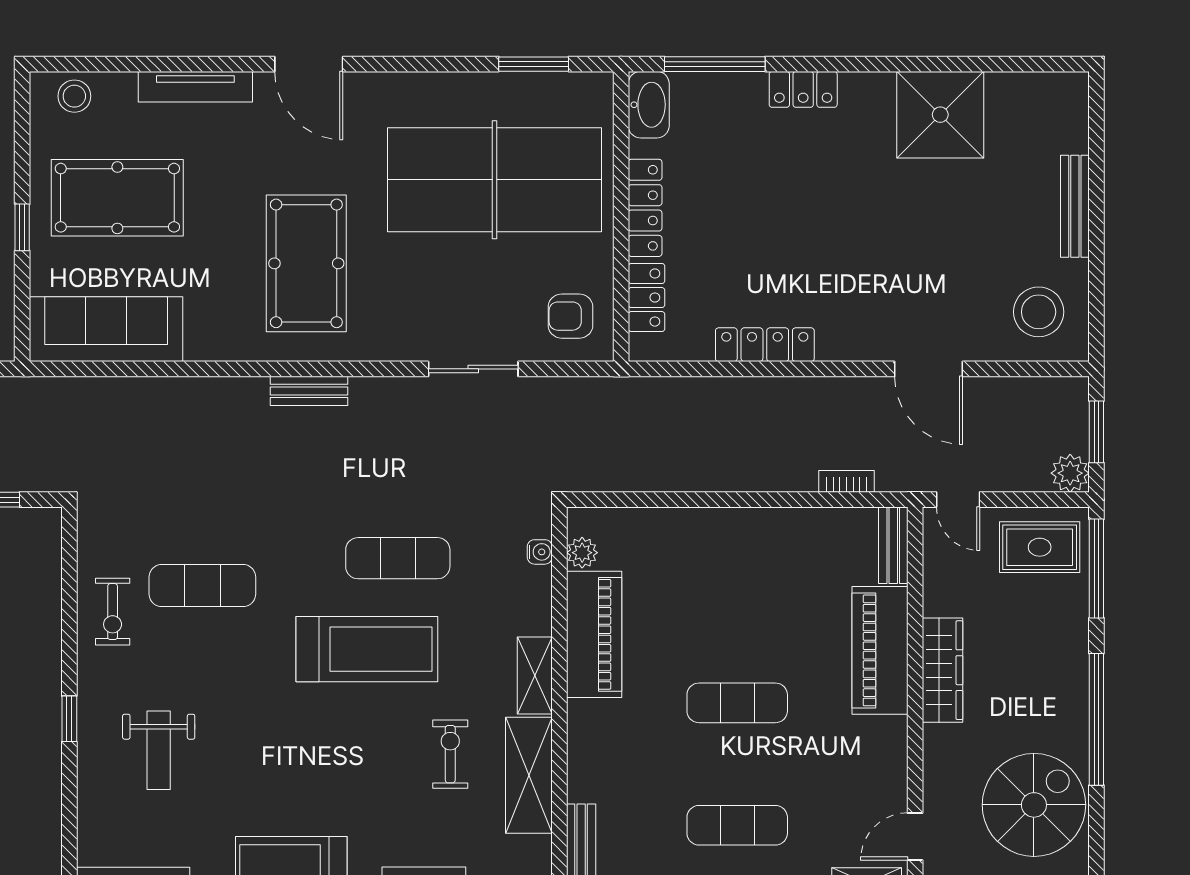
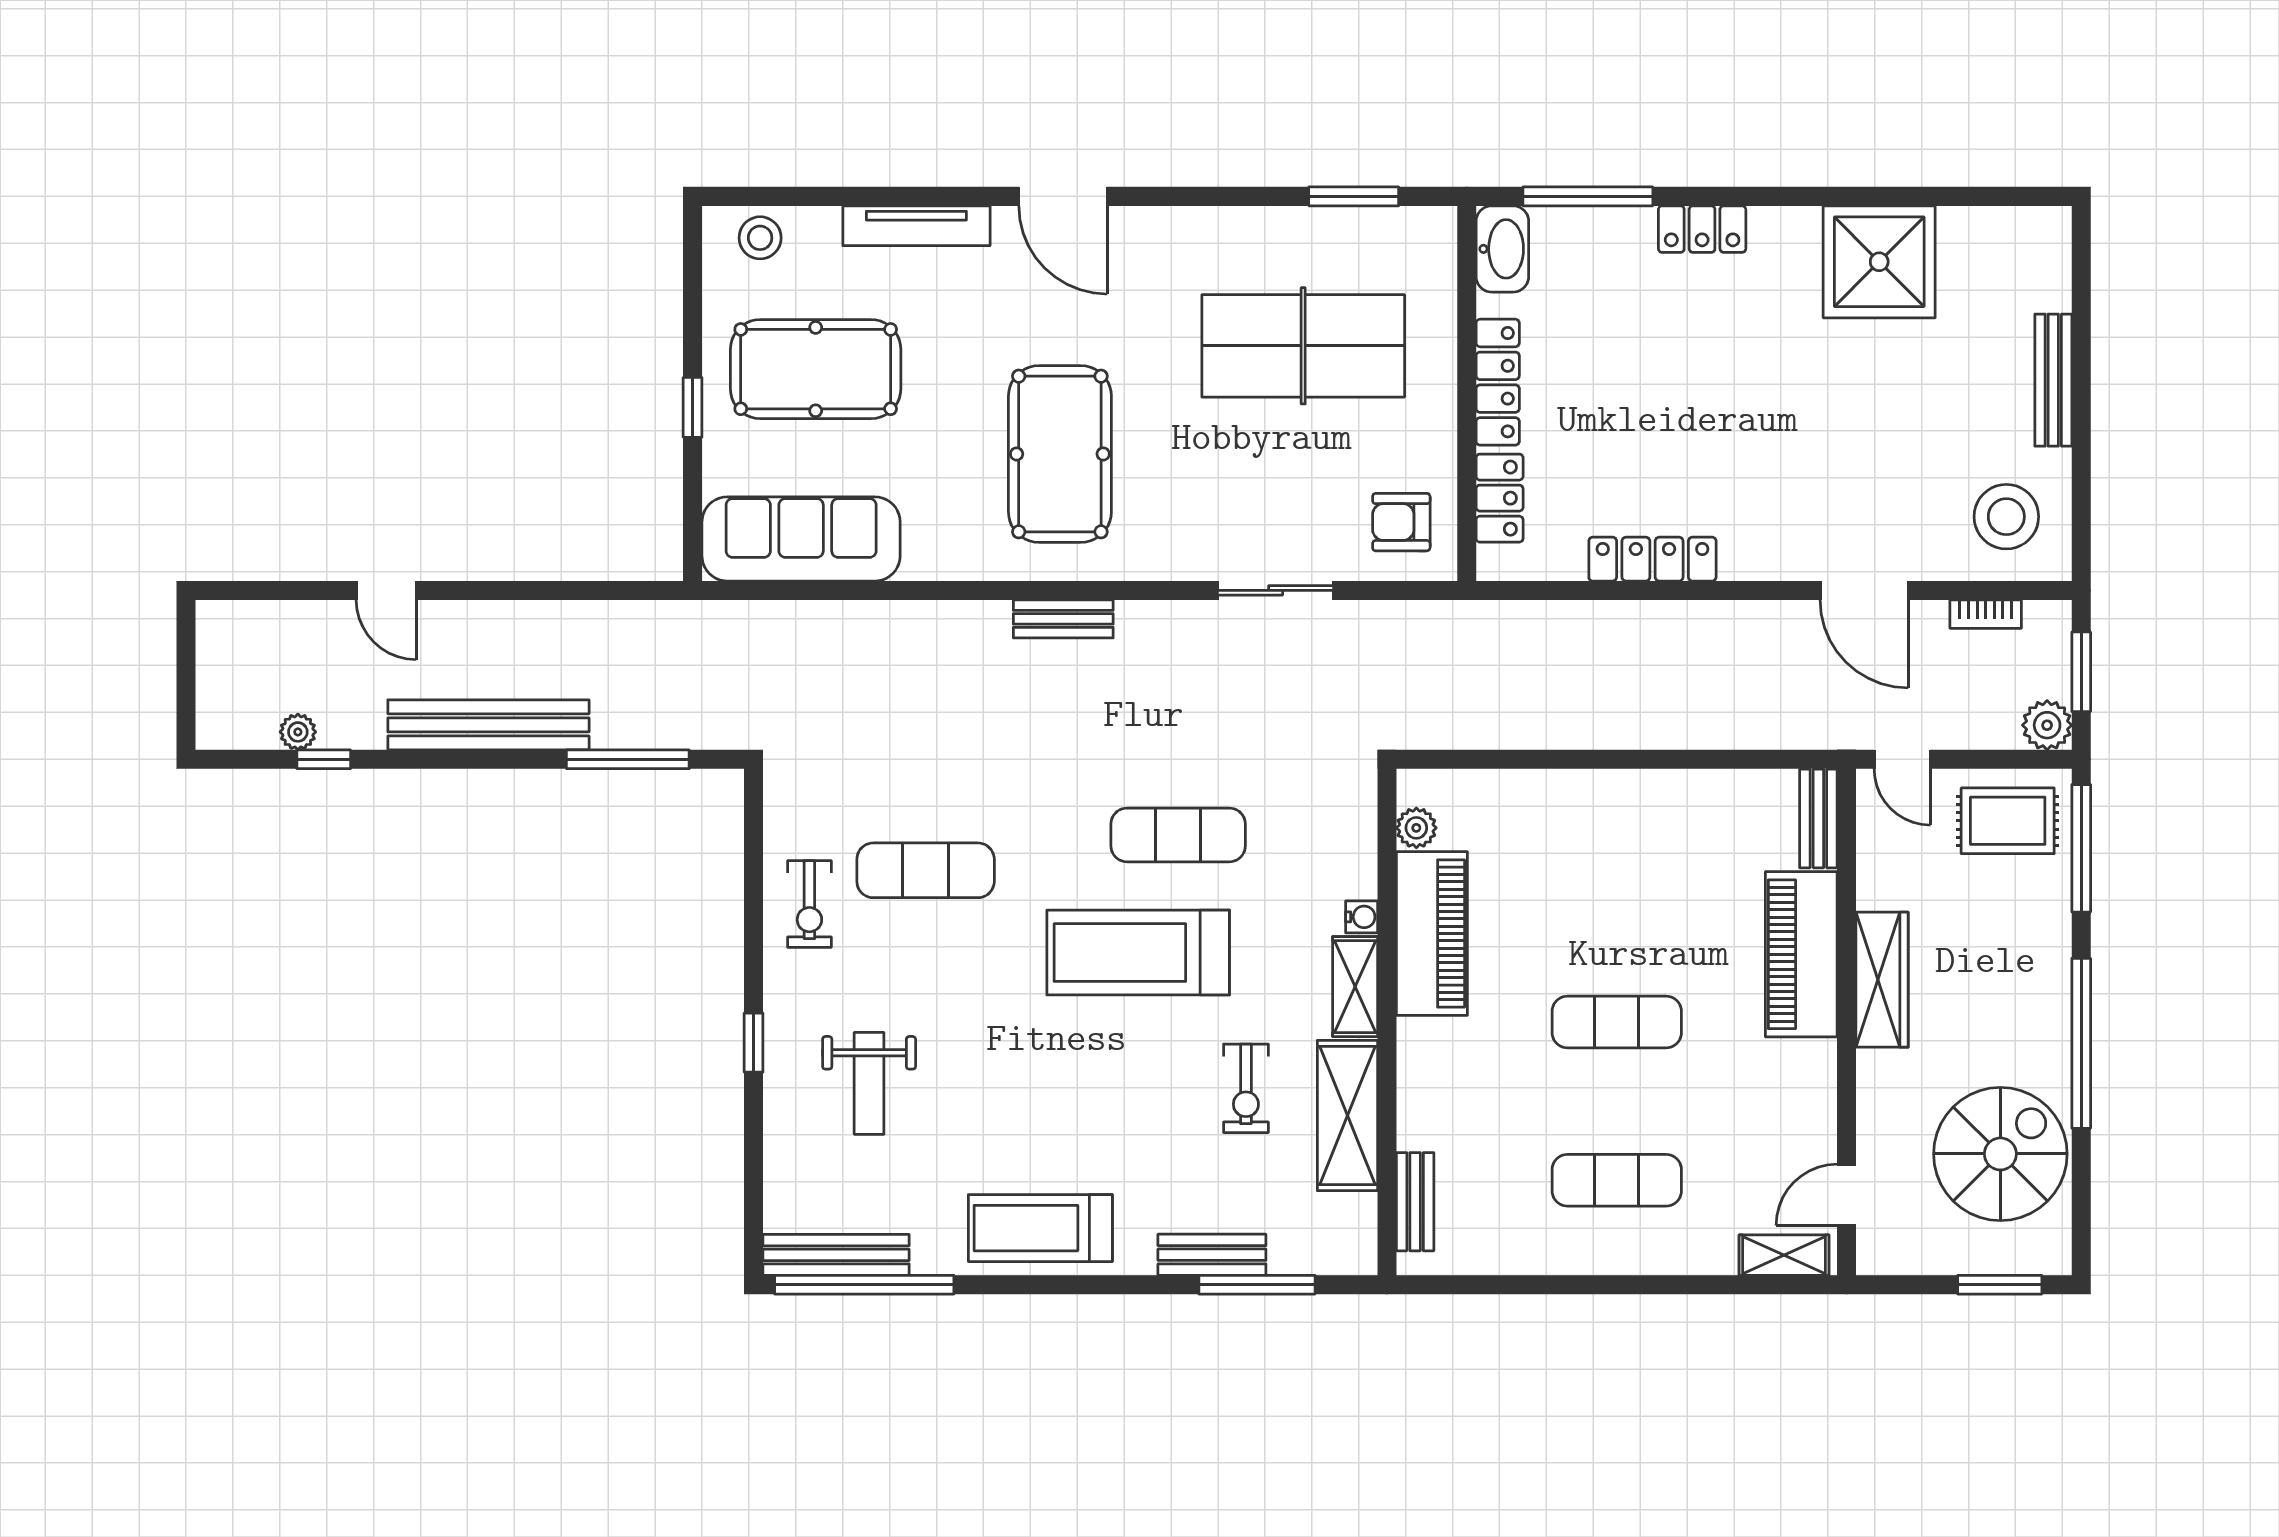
table tennis table: (495, 180) -> (1303, 346), width x0.73, depth x0.76
bookcase: (846, 481) -> (1986, 614), moved, turned 180
water cooler: (540, 552) -> (1362, 917), moved
treadmill: (367, 649) -> (1138, 953), turned 180
exercise bike: (450, 754) -> (1246, 1088), turned 180

